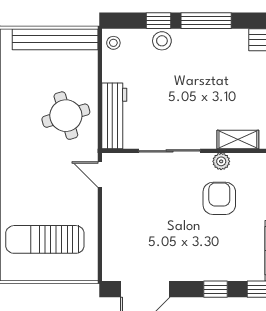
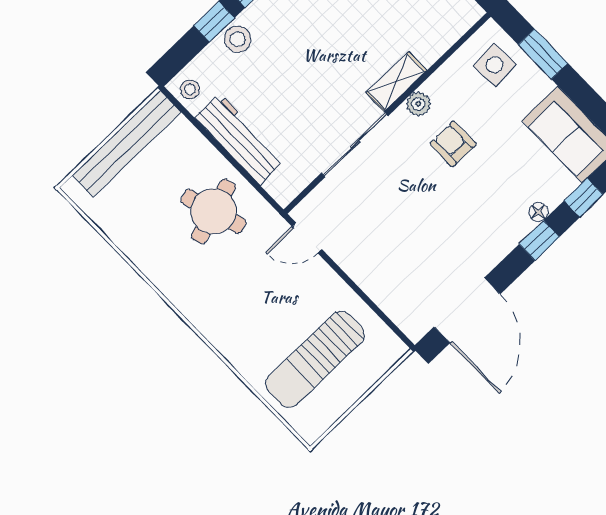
workbench: (114, 116) -> (240, 139), moved
shelving: (238, 140) -> (396, 82), moved
armchair: (219, 198) -> (453, 144), width x0.72, depth x0.72
floor lamp: (229, 274) -> (538, 212), added

